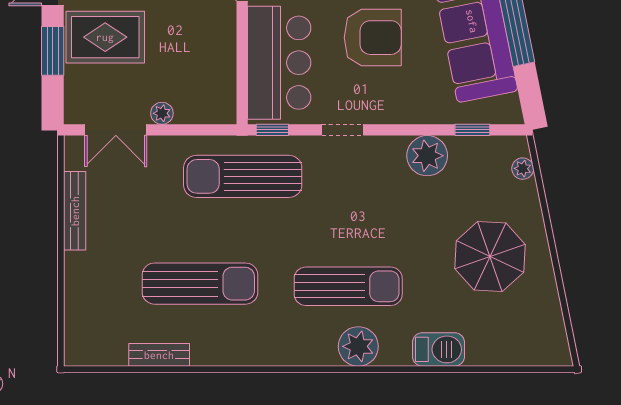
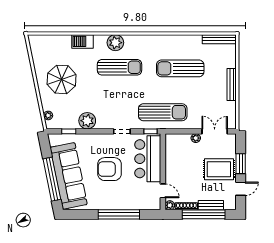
bench: (75, 211) -> (232, 85), moved
sun lounger: (348, 286) -> (119, 67), turned 180
bench: (159, 355) -> (219, 39), moved, width x1.36

